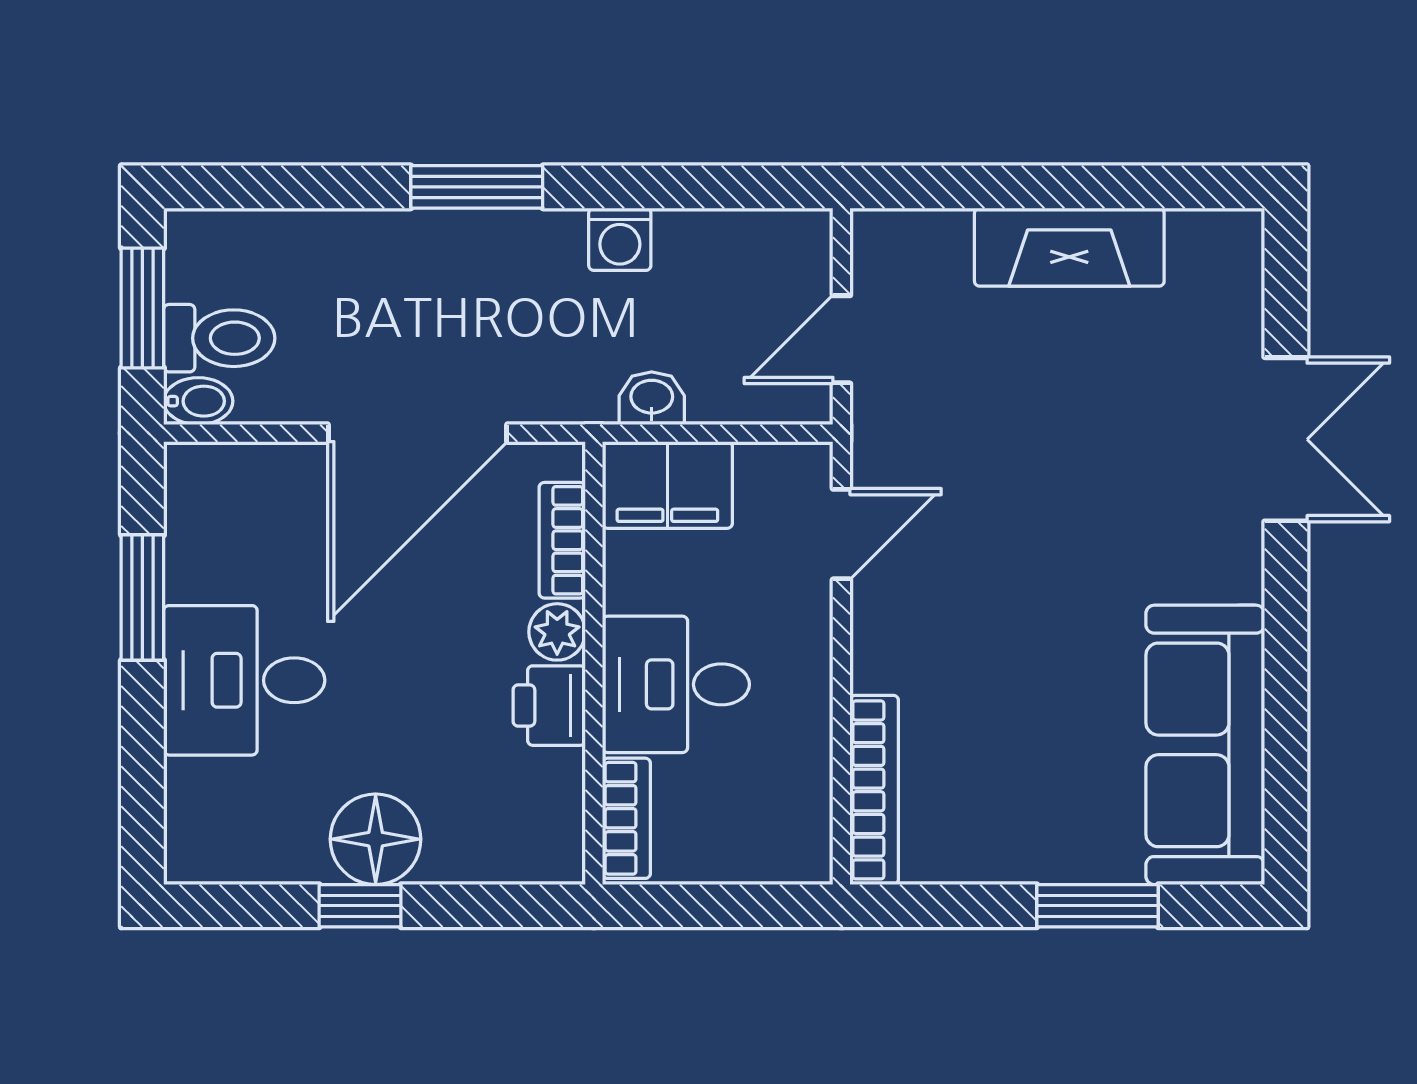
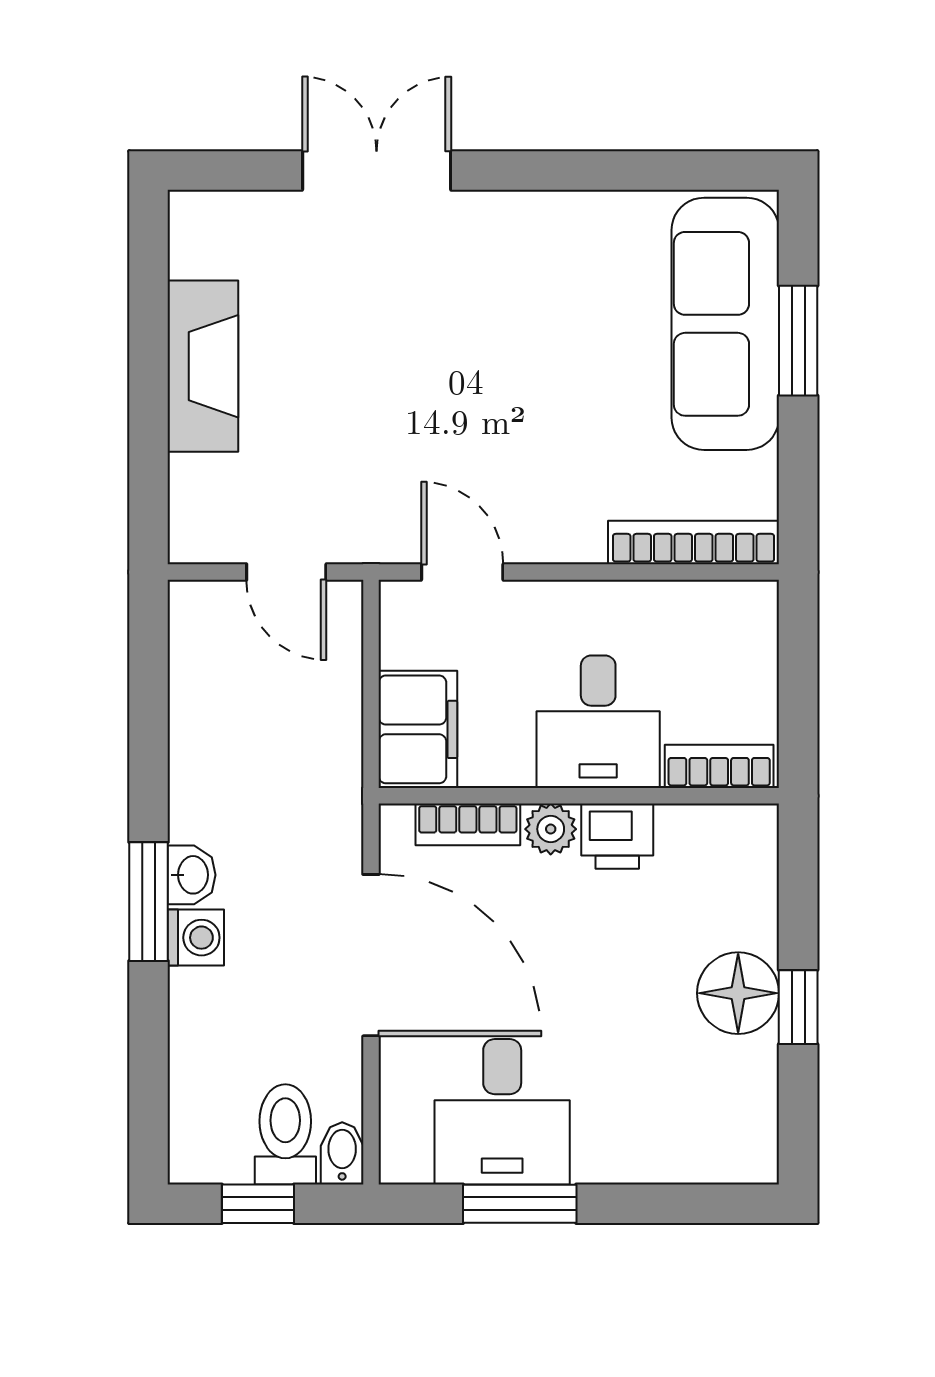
washing machine: (620, 239) -> (196, 938), moved
window: (142, 308) -> (258, 1204), width x0.67
washbasin: (652, 398) -> (192, 875), moved, turned 180
desk: (244, 680) -> (502, 1112), moved
sofa: (1205, 745) -> (725, 324), moved, turned 90

